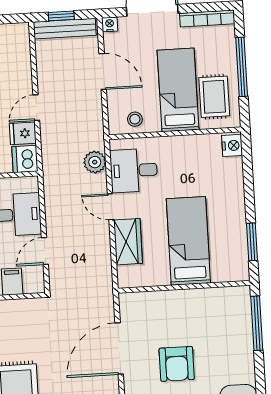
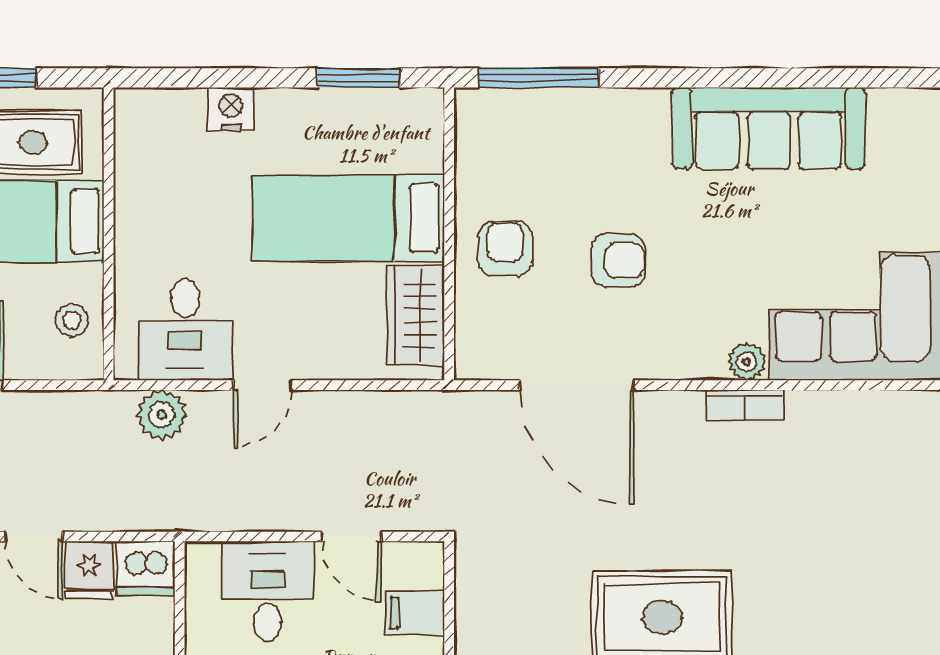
nightstand: (232, 145) -> (231, 109), moved
wardrobe: (128, 242) -> (415, 315), moved, turned -90
armchair: (179, 313) -> (505, 249), added
armchair: (177, 364) -> (618, 260), width x0.72, depth x0.72

